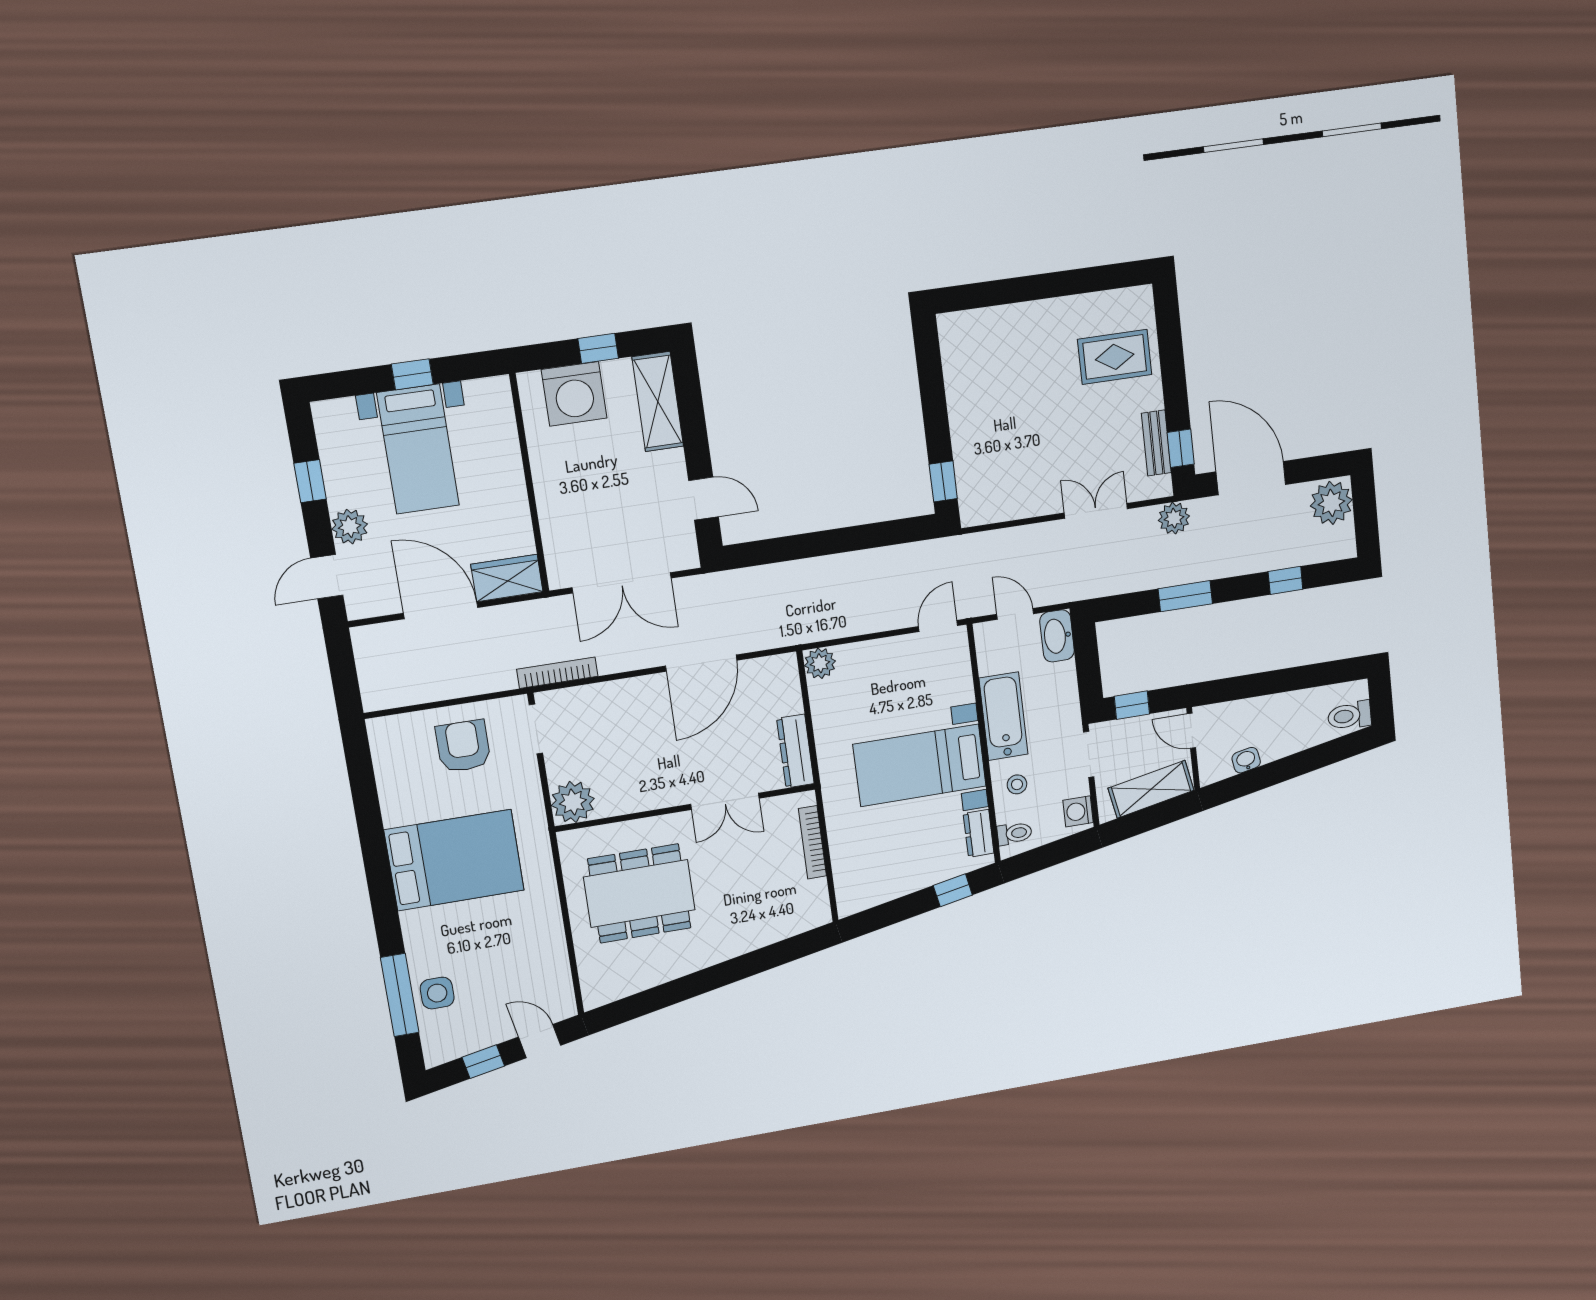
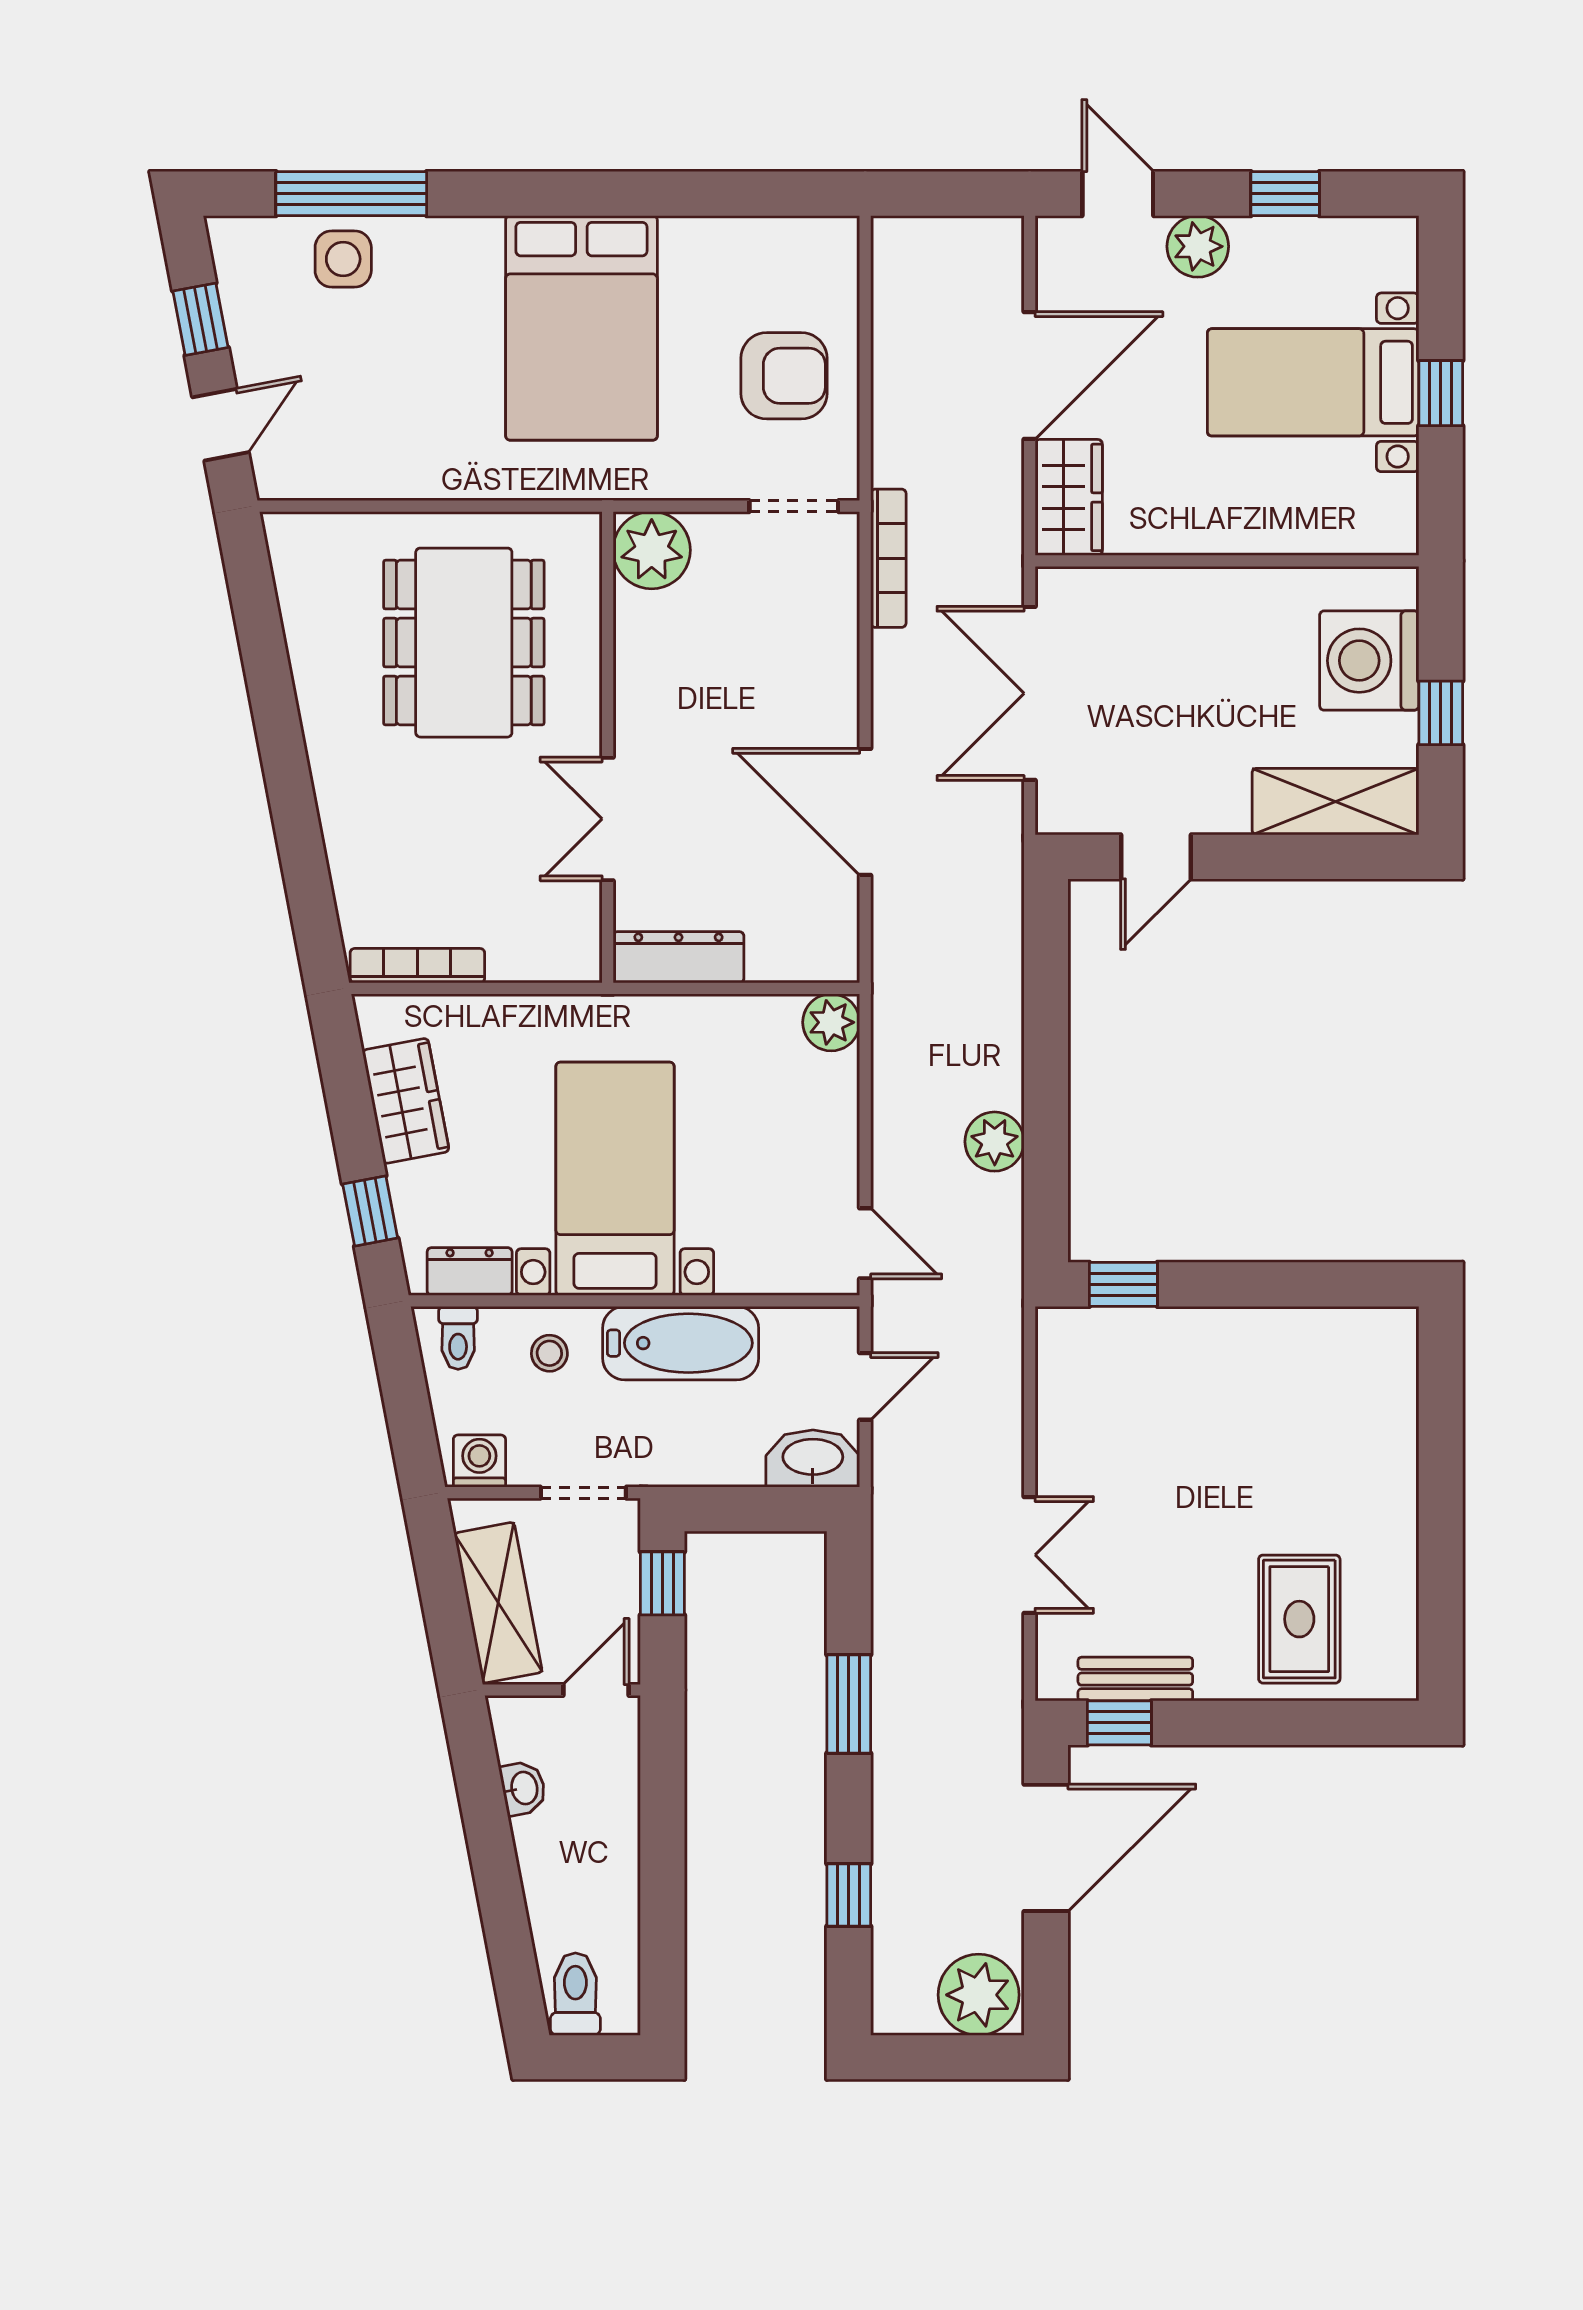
plant: (1174, 518) -> (995, 1142), moved
bookcase: (812, 842) -> (417, 966), moved
wardrobe: (892, 882) -> (406, 1101), added

